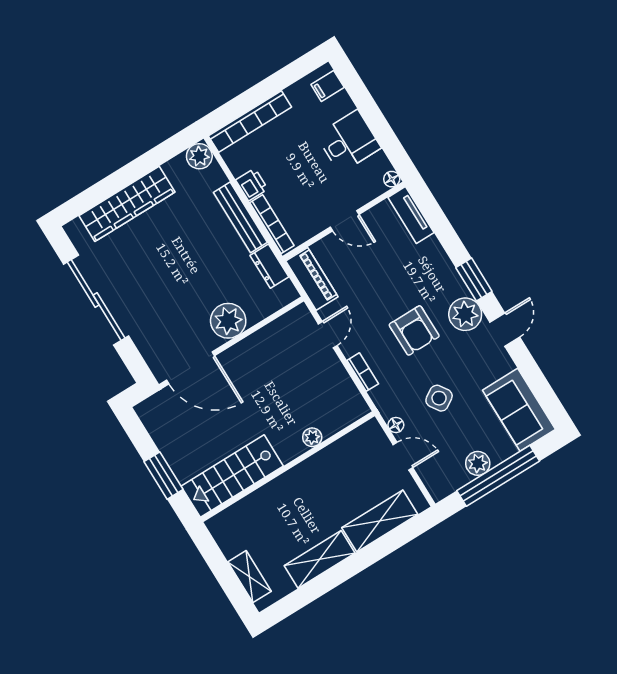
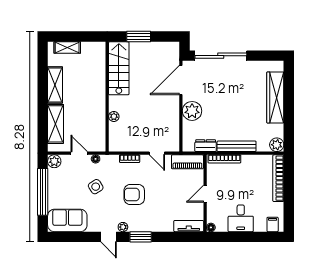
printer: (252, 184) -> (249, 161), removed
sliding door: (96, 300) -> (221, 56), moved
plant: (465, 314) -> (123, 227), width x0.53, depth x0.53
door: (403, 456) -> (79, 153), swing flipped
plant: (478, 463) -> (54, 161), moved

